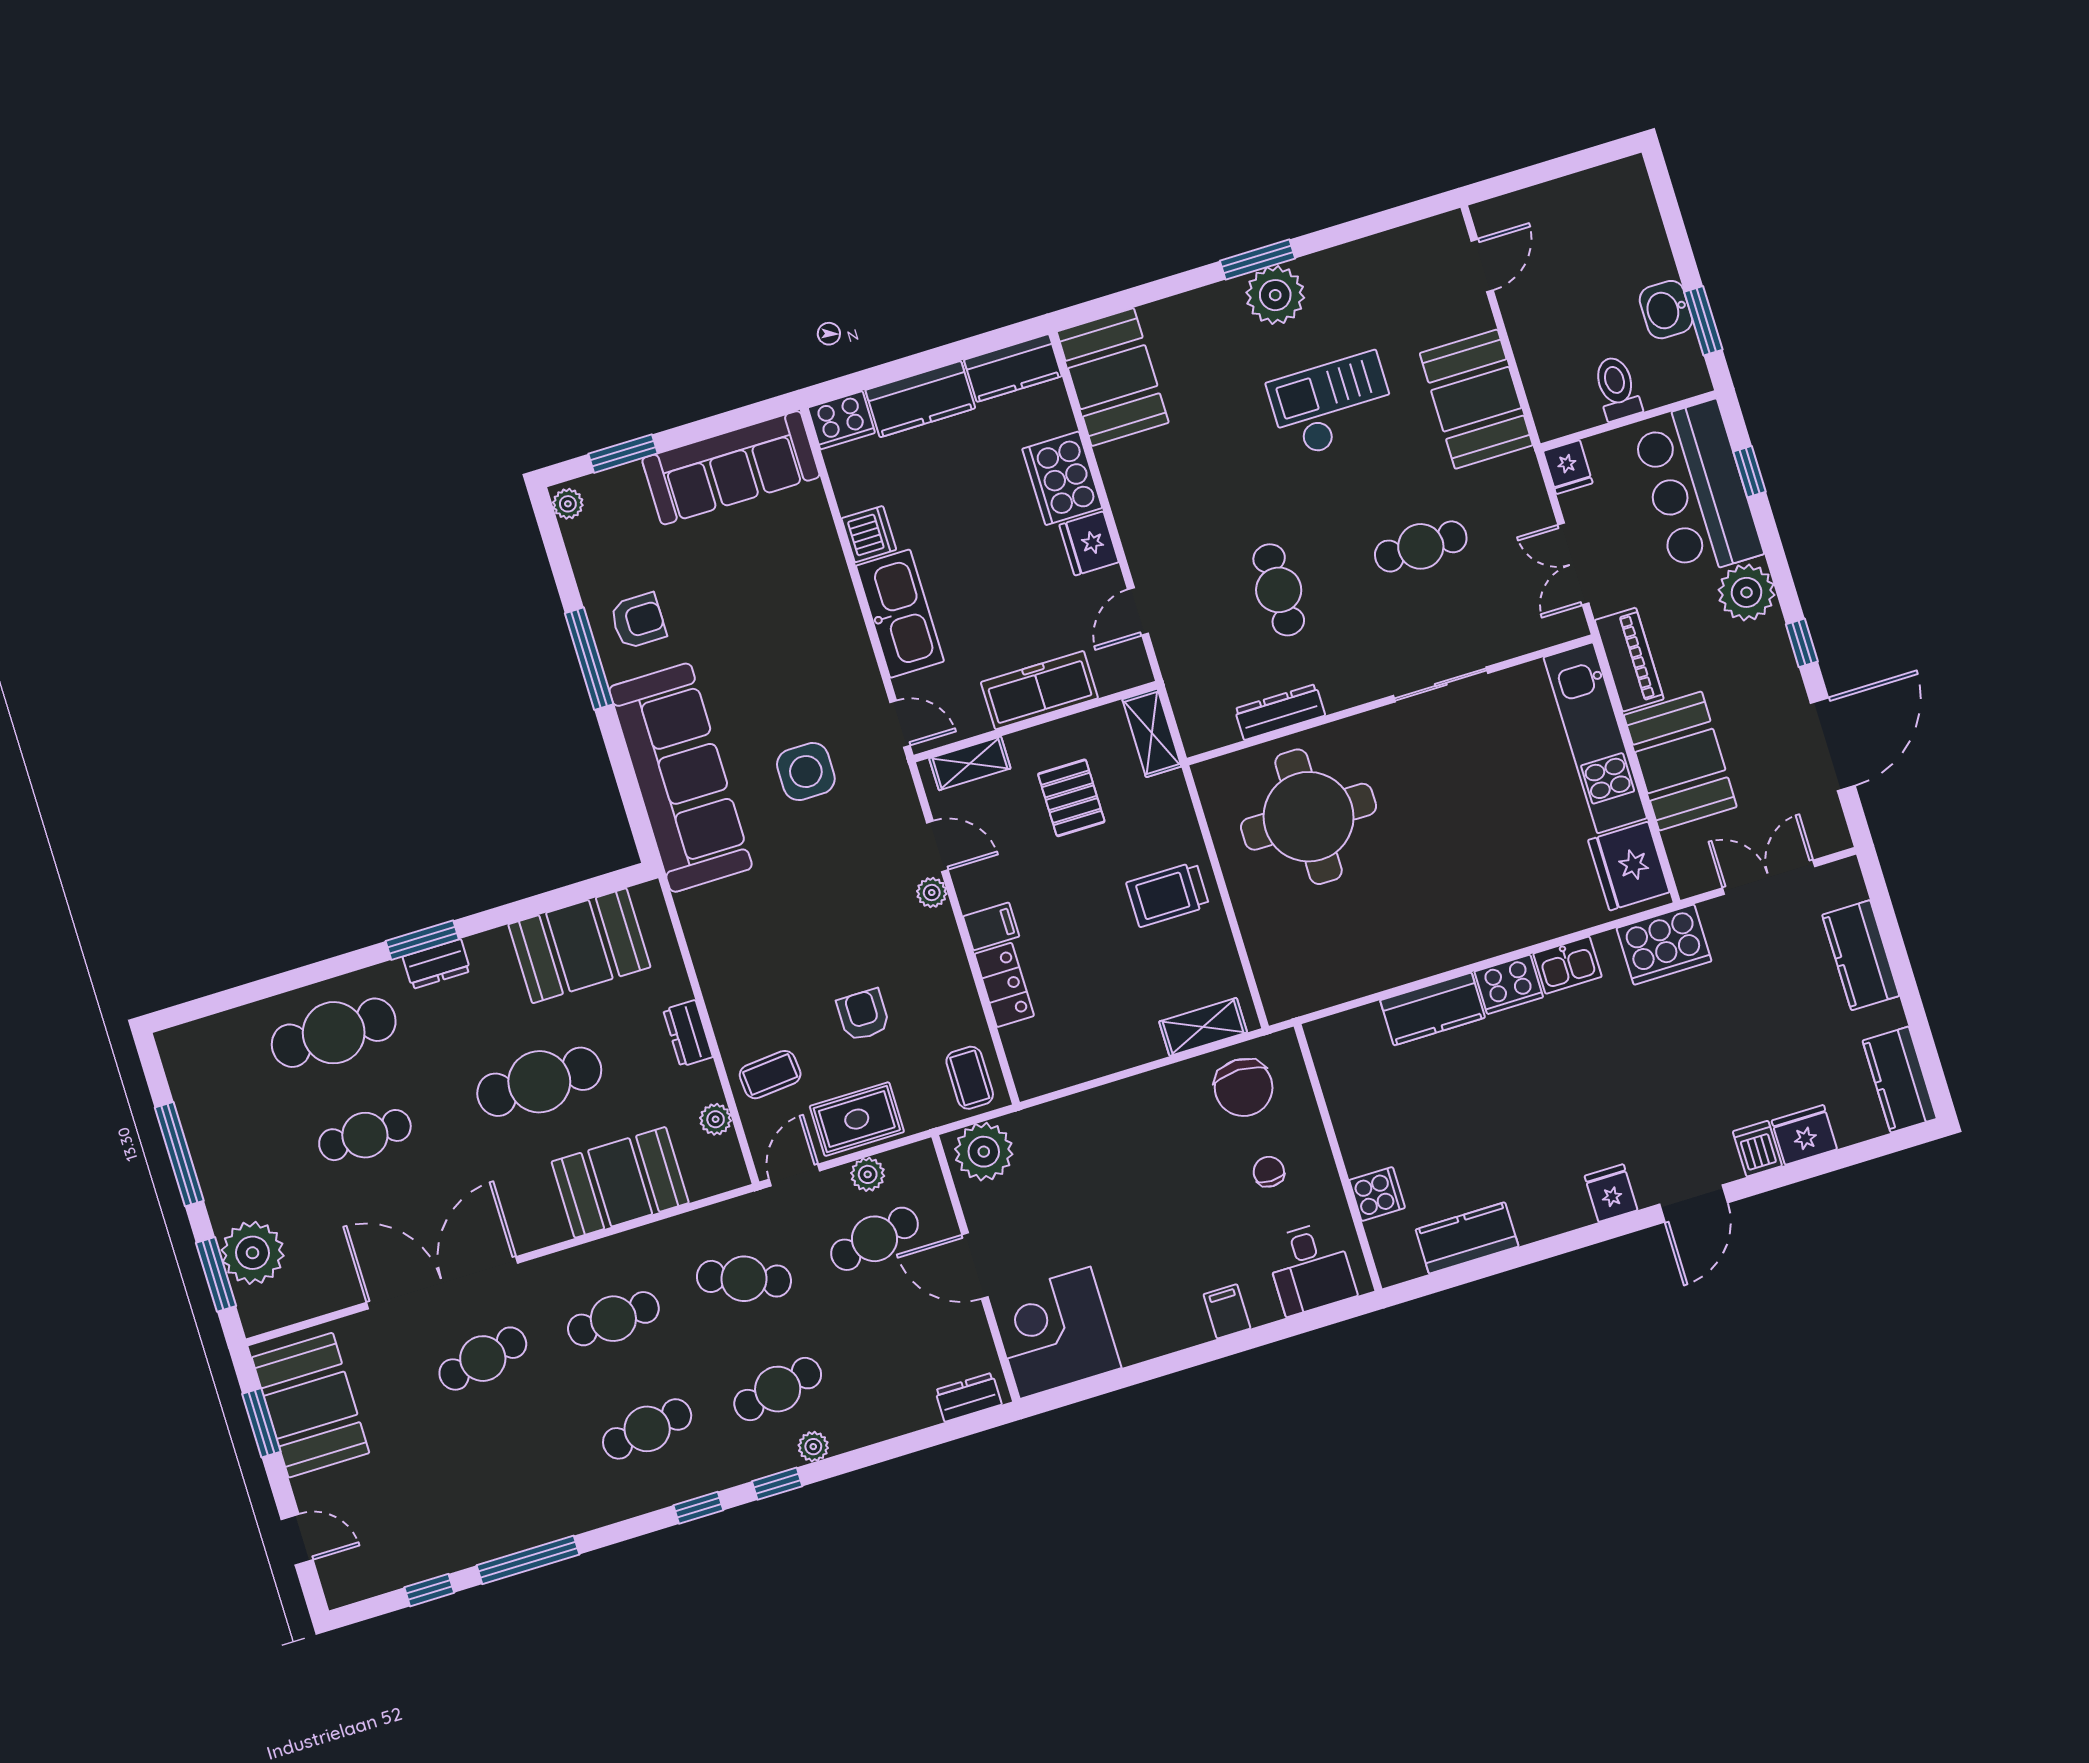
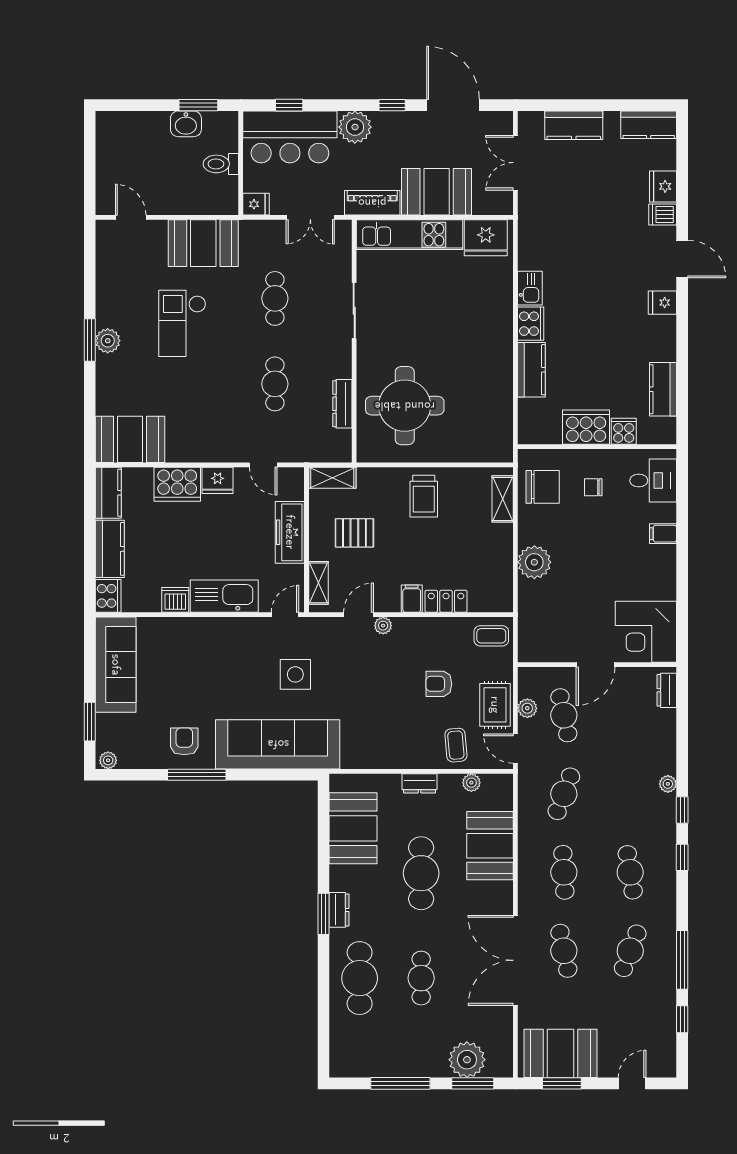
plant: (1275, 295) -> (108, 341), width x0.73, depth x0.73
cafe table: (1279, 590) -> (275, 384), turned 90
cooker: (1664, 945) -> (586, 427), moved, turned -90
plant: (984, 1152) -> (534, 562), moved
cafe table: (778, 1389) -> (630, 951), moved, turned 33

